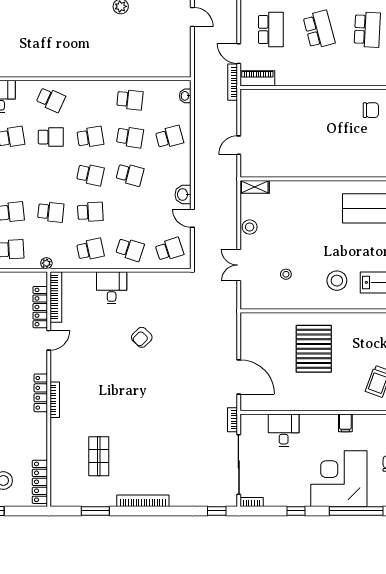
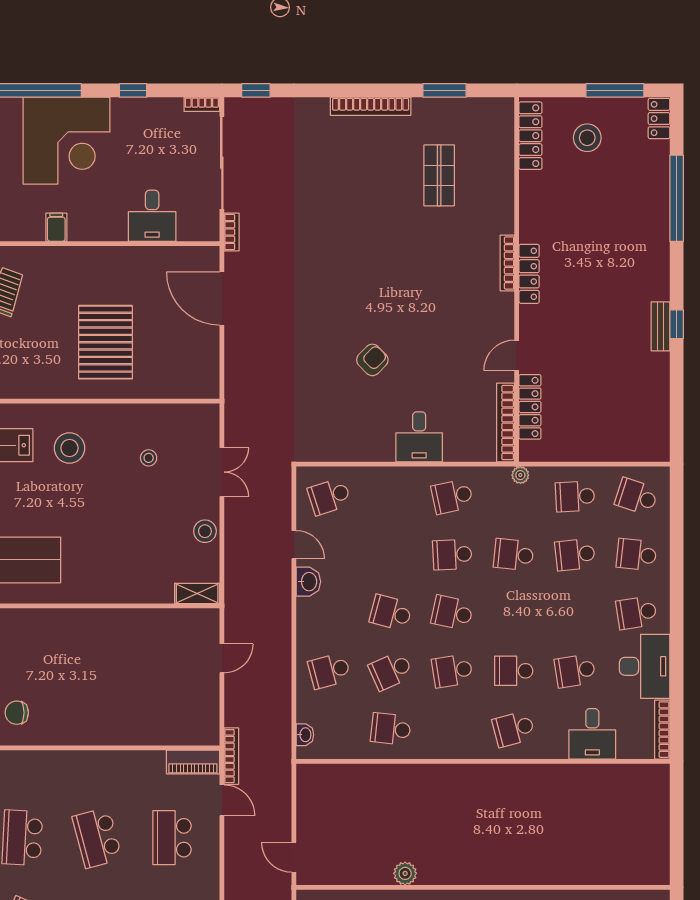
school desk: (51, 100) -> (514, 729), turned -39
school desk: (130, 137) -> (391, 671), turned -33
school desk: (130, 249) -> (391, 496), removed

